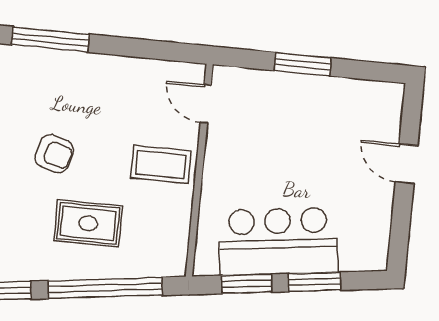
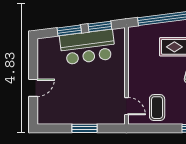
coffee table: (161, 164) -> (157, 108), moved, turned 90
door: (406, 164) -> (33, 88), hinge flipped

